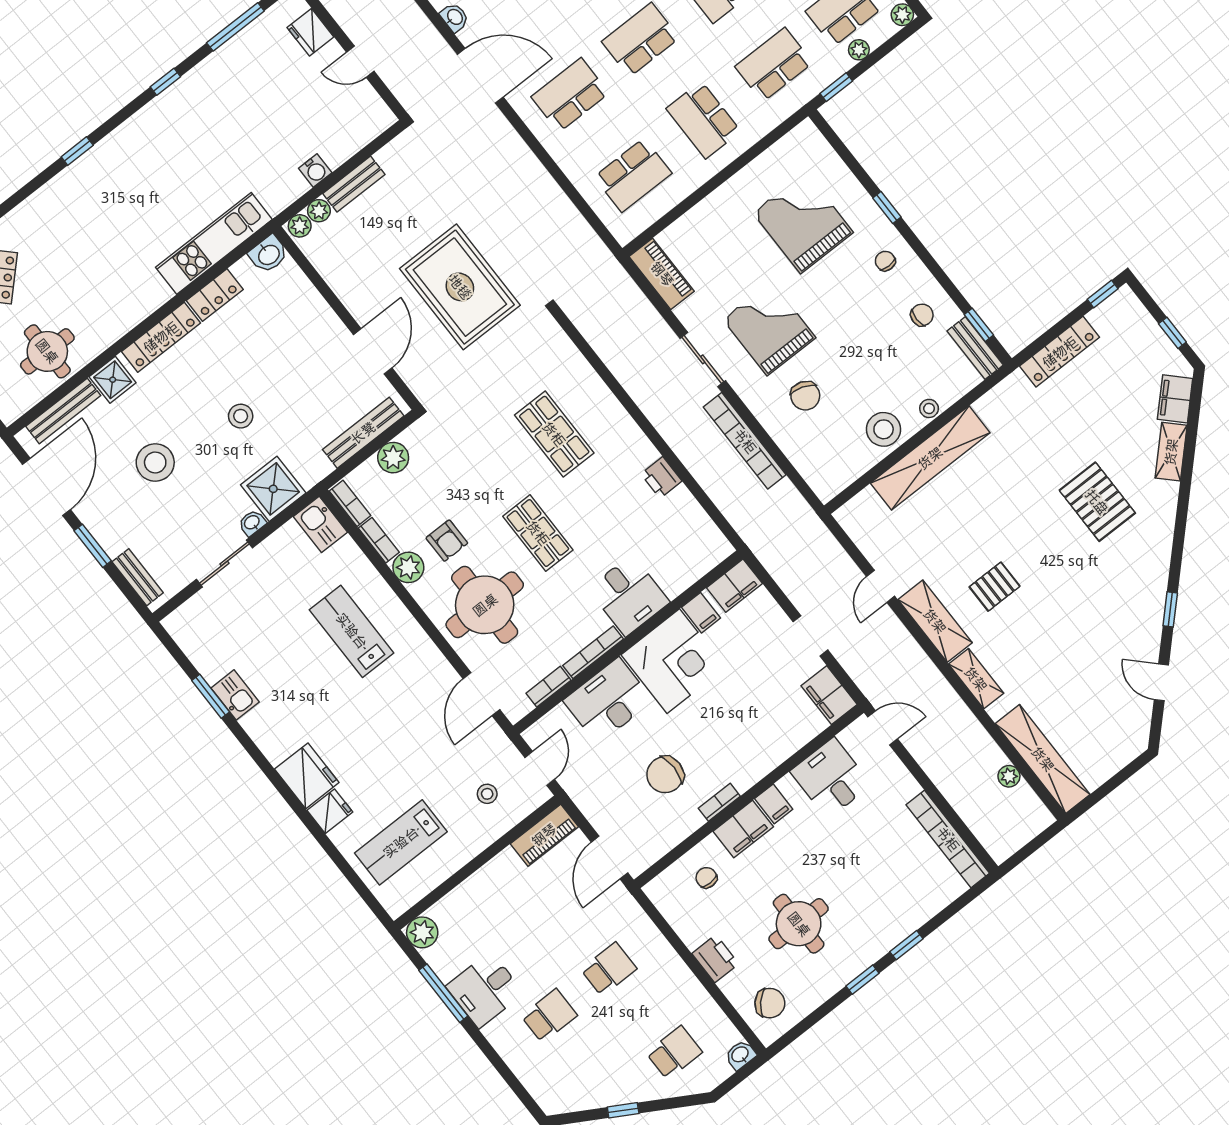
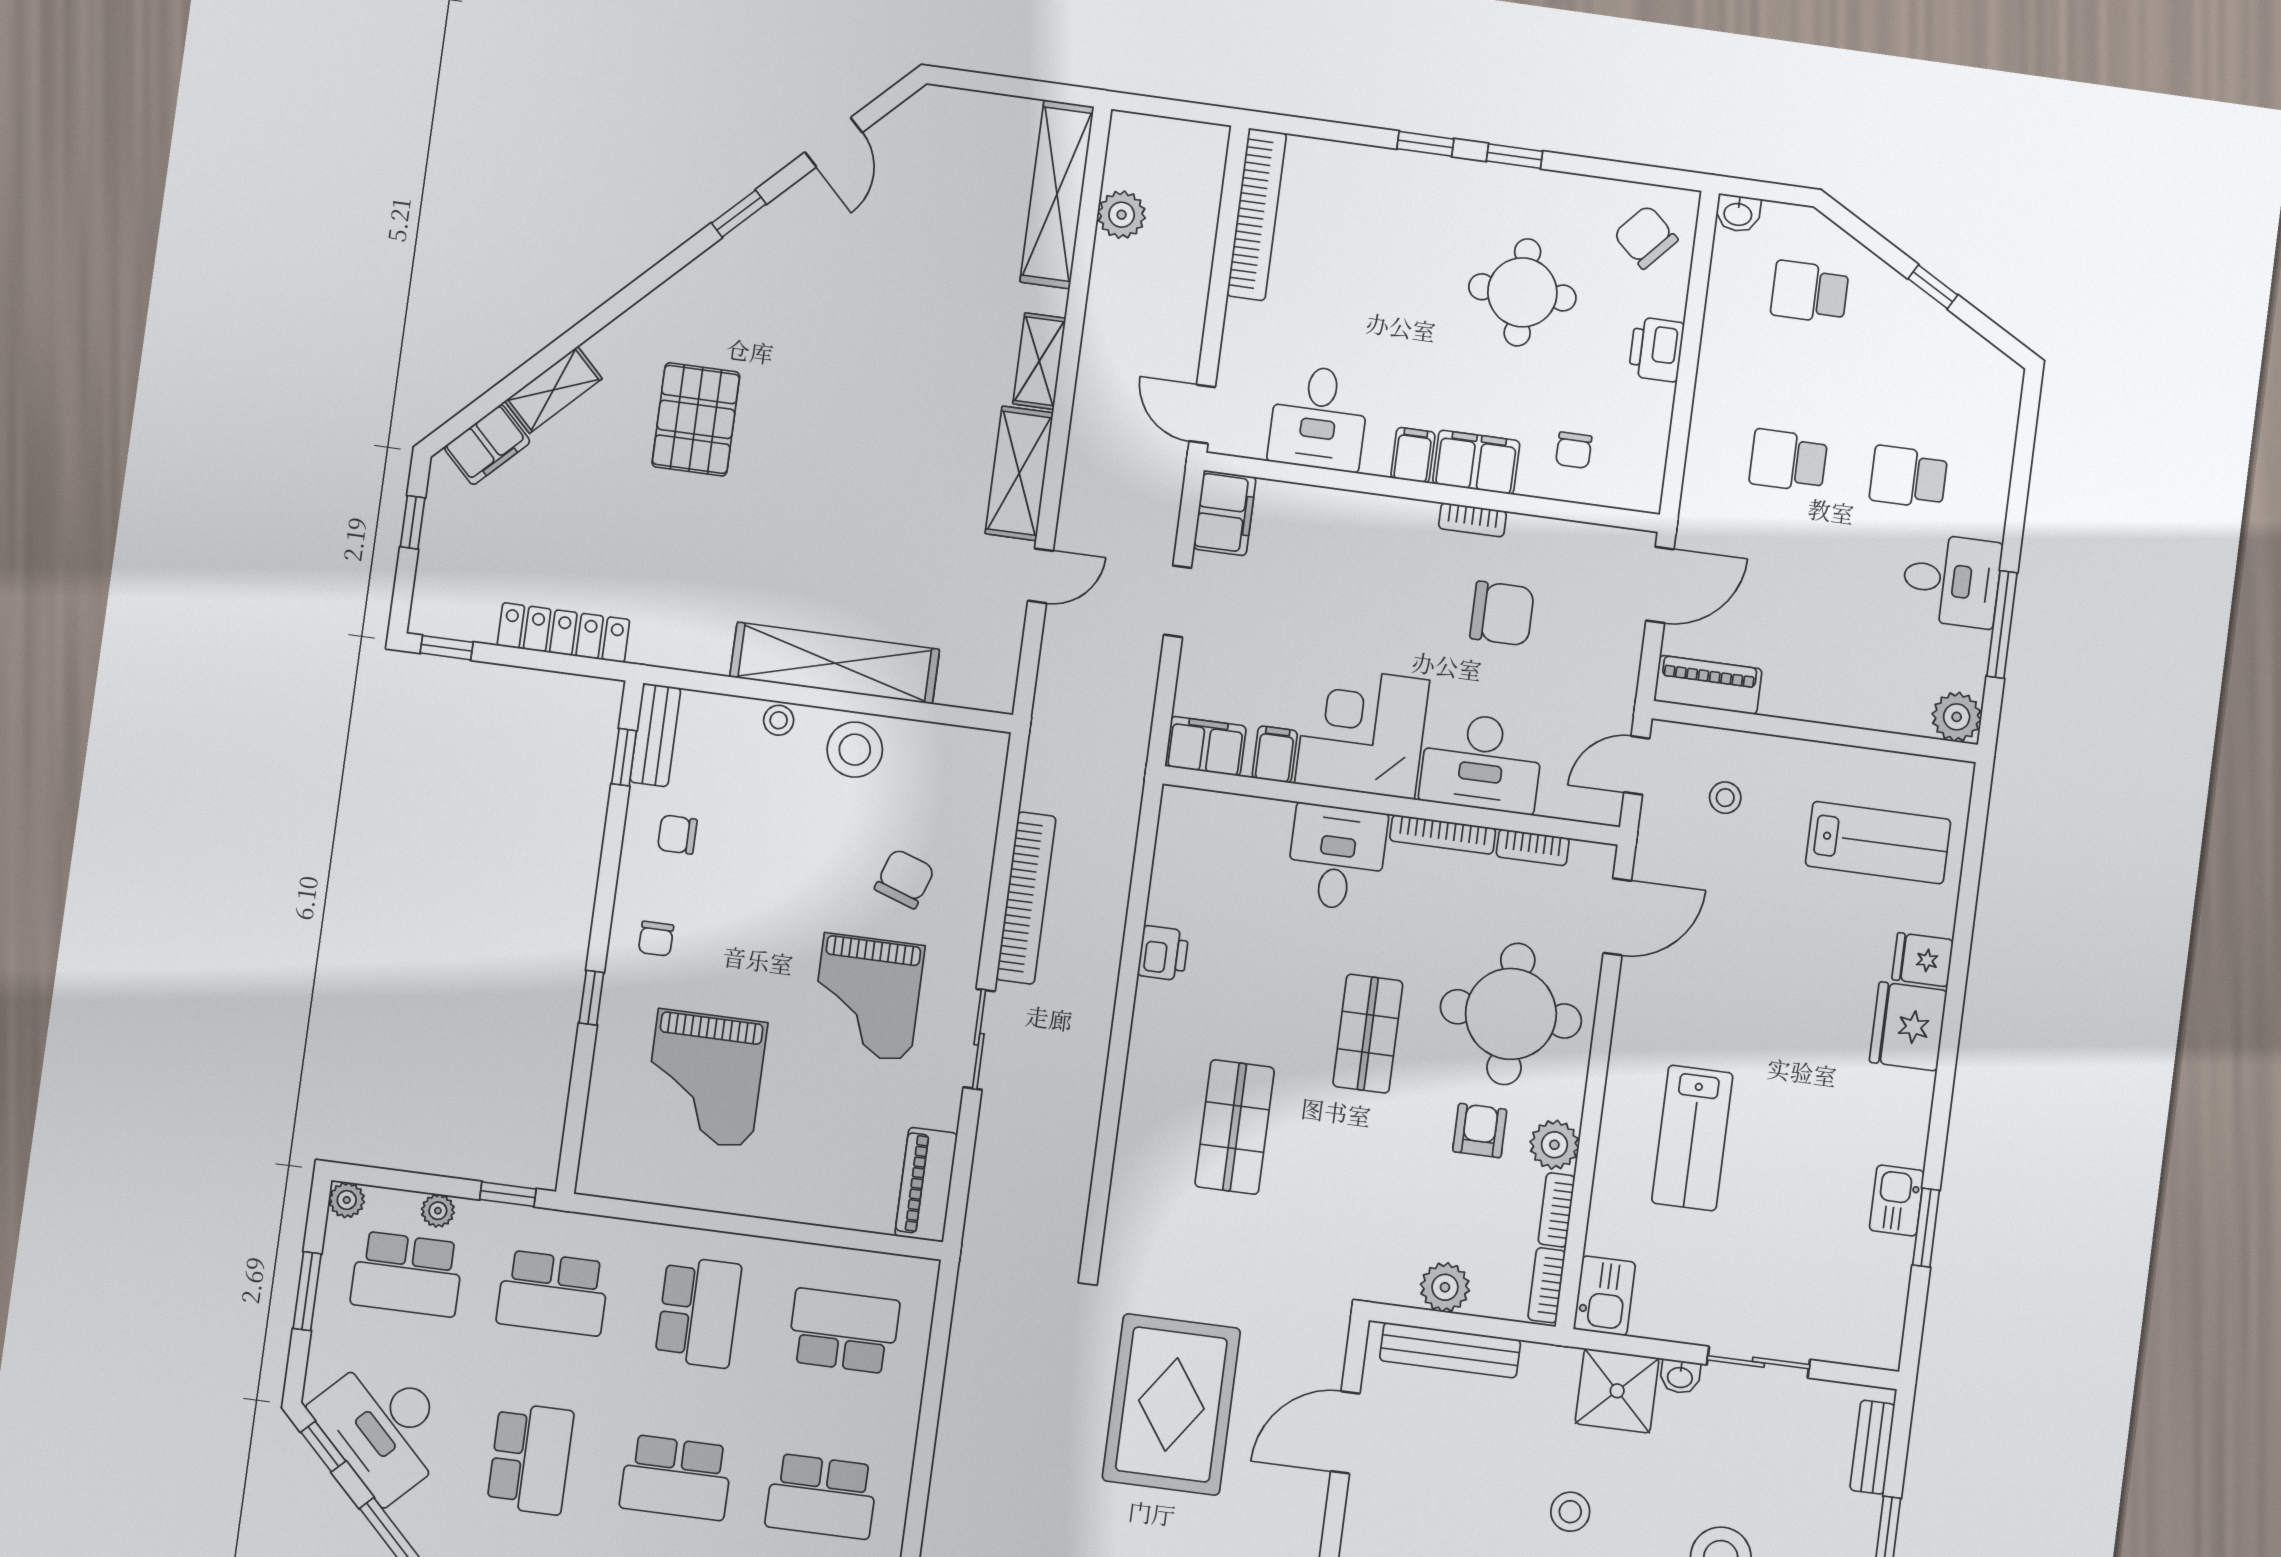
pallet: (995, 587) -> (911, 443), removed
plant: (1009, 776) -> (1122, 215), width x1.38, depth x1.38

